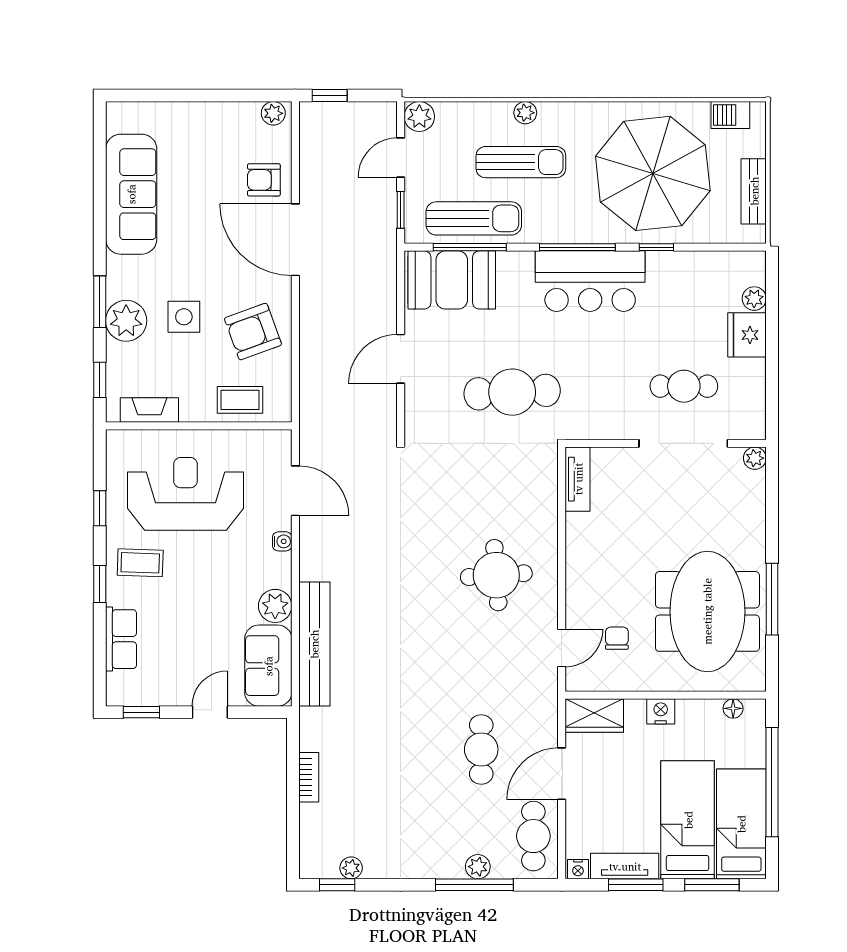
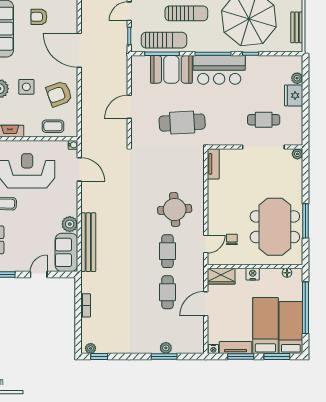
armchair: (264, 180) -> (39, 17), moved
booth: (452, 280) -> (171, 69), moved
water cooler: (282, 541) -> (73, 145), moved
cafe table: (533, 836) -> (167, 251), moved
plant: (351, 868) -> (91, 348), moved
window: (474, 885) -> (164, 356), width x0.69

